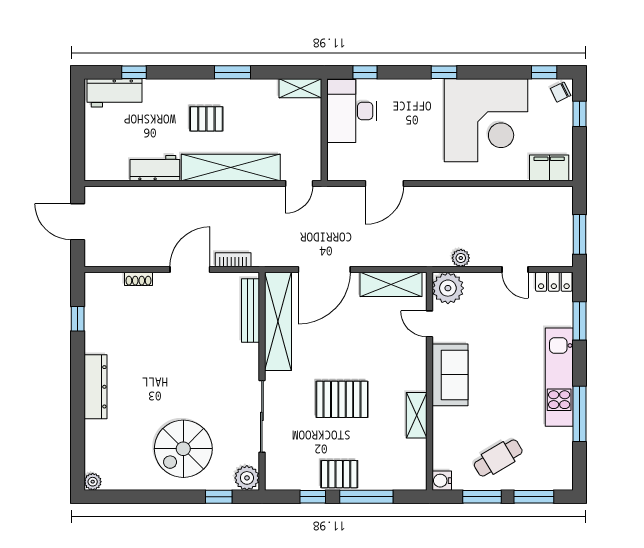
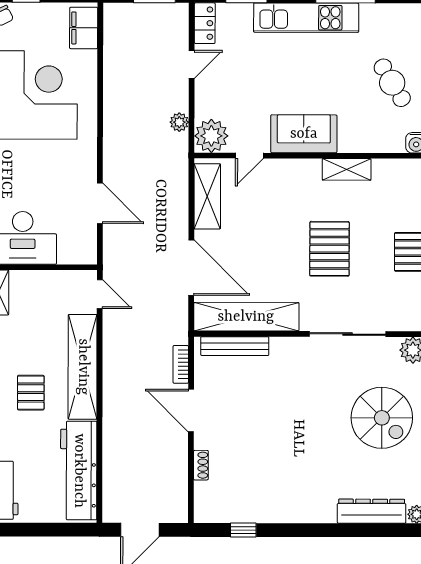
workbench: (155, 168) -> (79, 471), width x1.88, depth x1.32
dresser: (95, 387) -> (372, 511), moved

